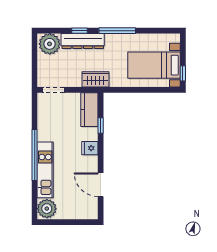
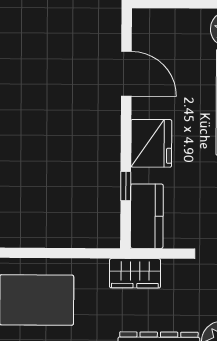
fridge: (90, 148) -> (151, 143), width x1.88, depth x1.34

